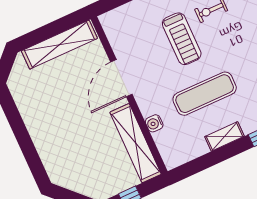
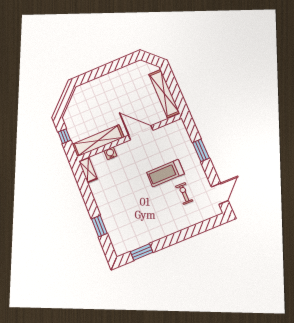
exercise mat: (205, 94) -> (128, 187), removed
shelving: (224, 136) -> (88, 170), moved

